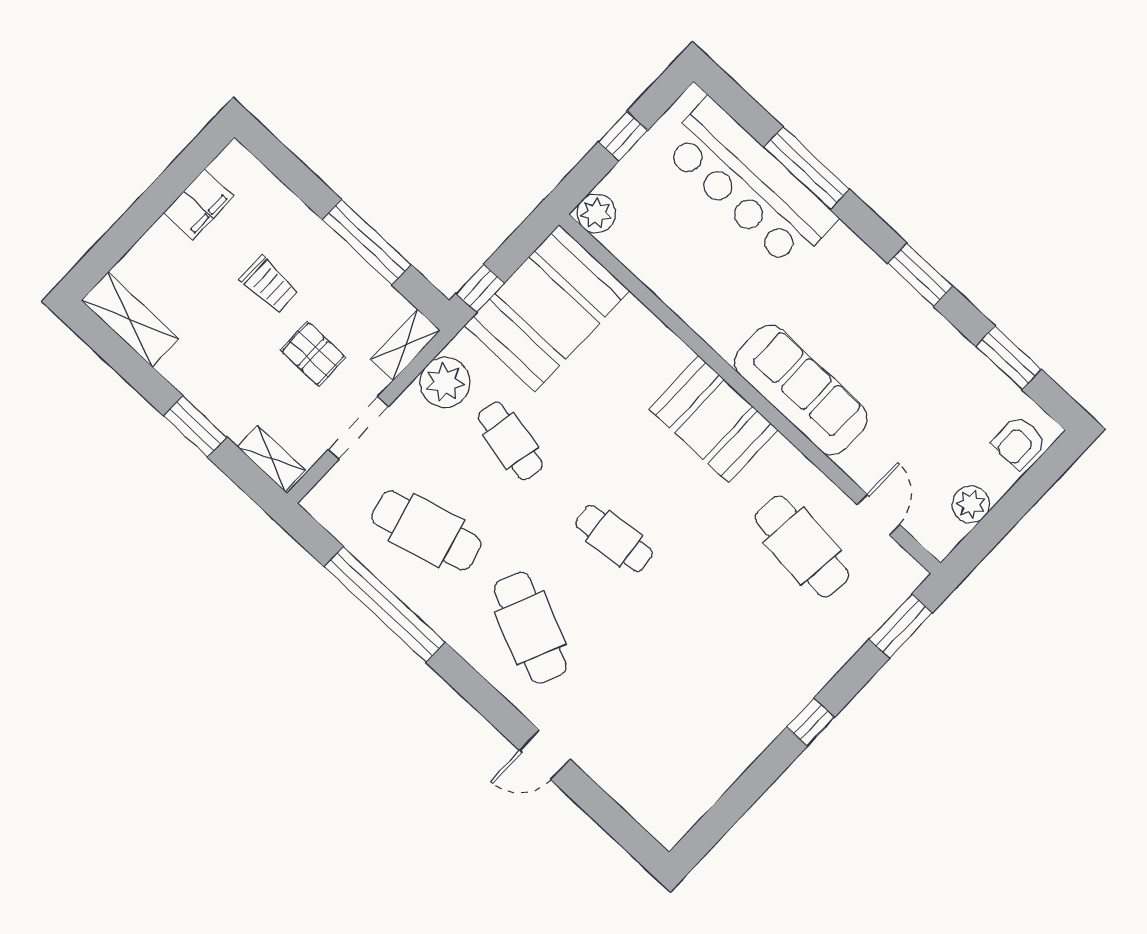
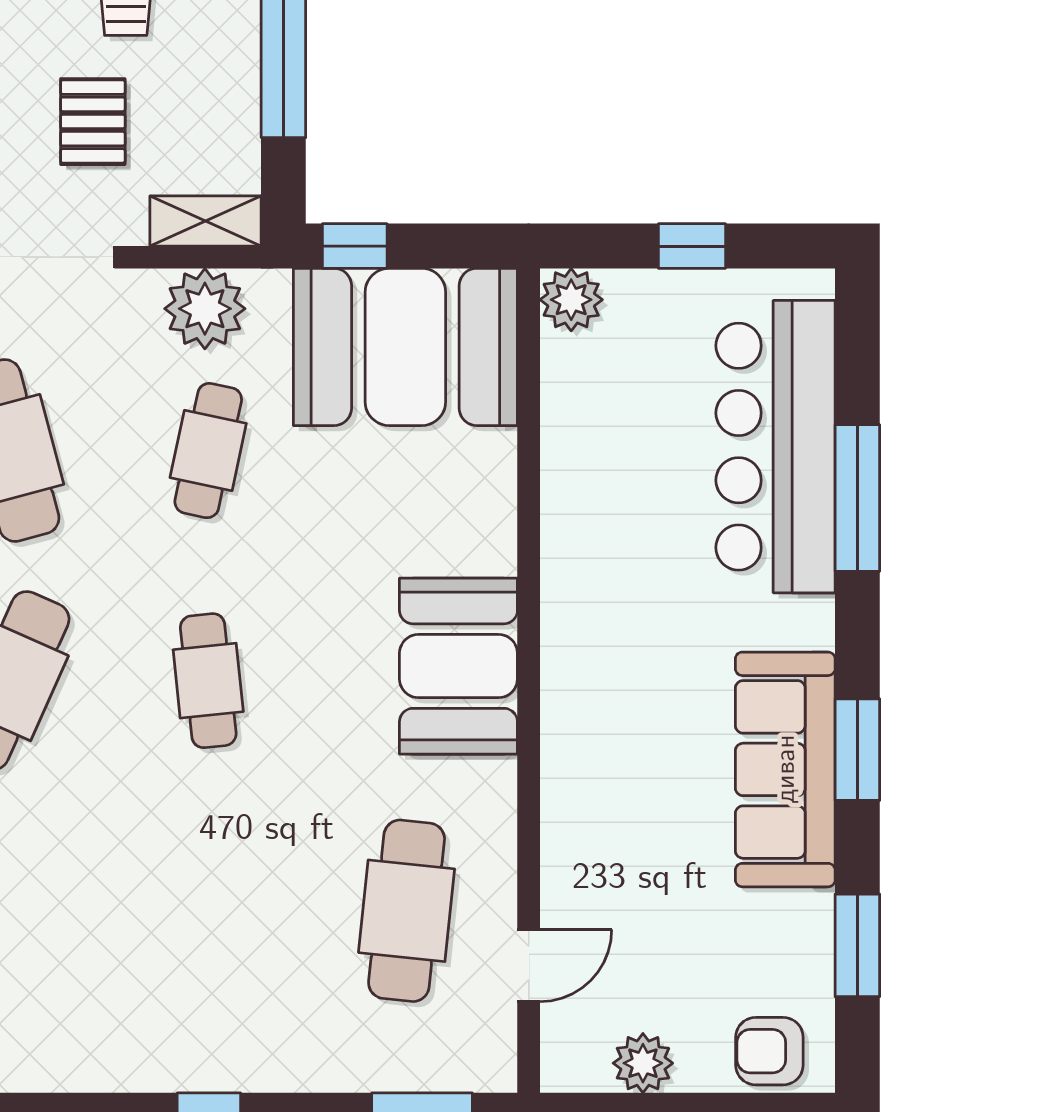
sofa: (801, 390) -> (785, 769), moved, turned 180

